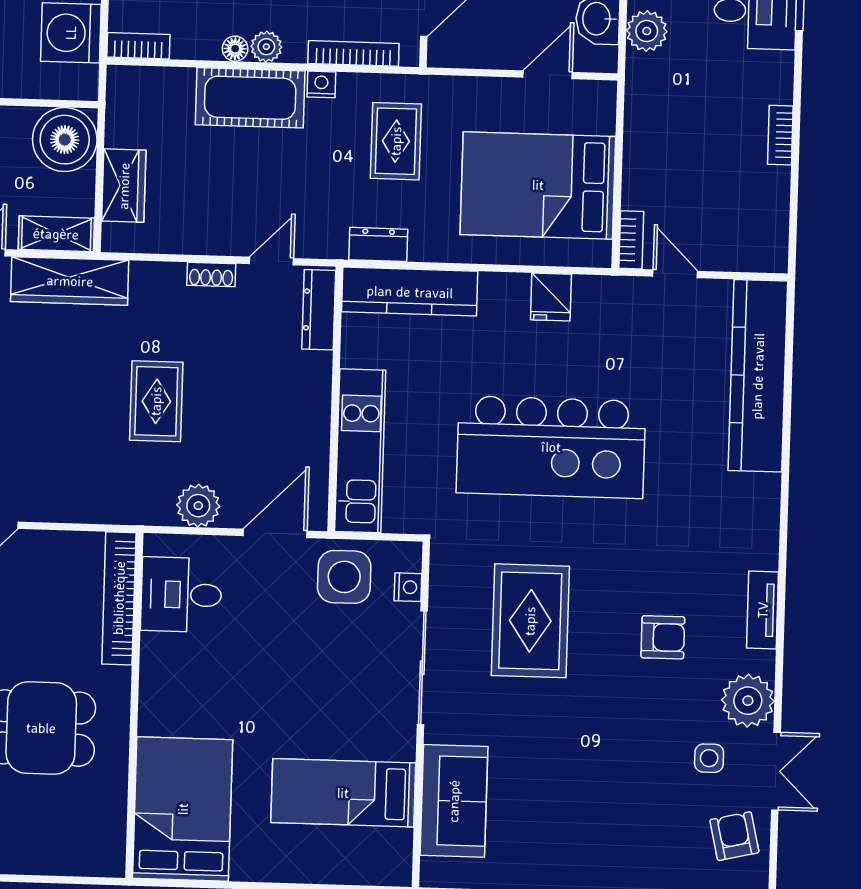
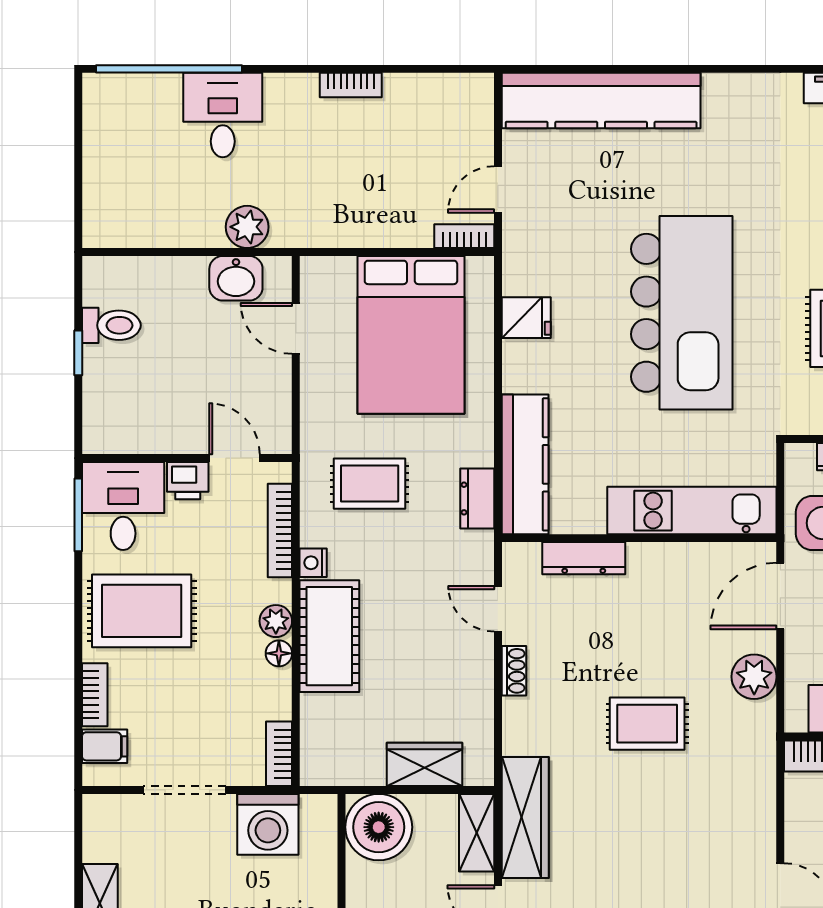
dresser: (319, 310) -> (584, 558), moved
door: (275, 533) -> (780, 596), hinge flipped

